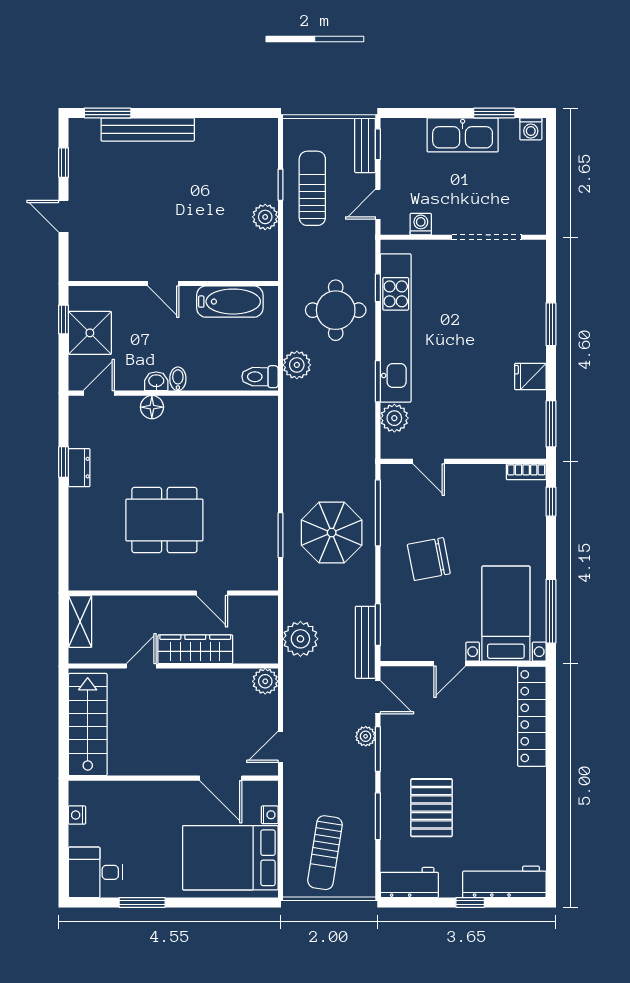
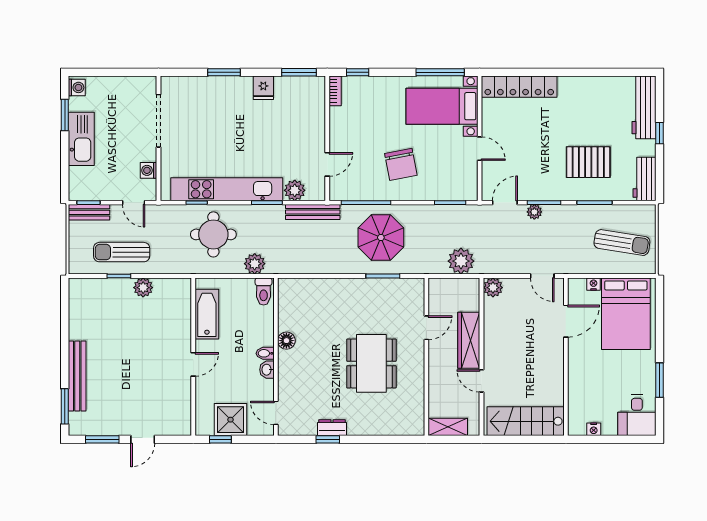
window: (64, 163) -> (102, 439), width x1.50
floor lamp: (152, 407) -> (286, 341), moved
bench: (365, 642) -> (313, 212), moved

